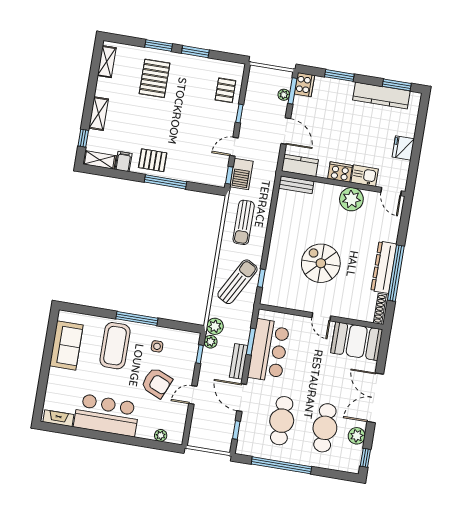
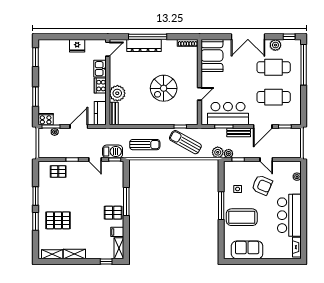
kitchen counter: (381, 96) -> (44, 66), removed
shelving: (99, 114) -> (74, 254), moved
pallet: (153, 160) -> (113, 213), turned 90
plant: (351, 199) -> (117, 93), moved
dresser: (384, 267) -> (144, 45), moved
window: (396, 273) -> (148, 37), moved
door: (321, 317) -> (200, 94), moved
armchair: (157, 383) -> (262, 185), turned 90
window: (281, 465) -> (304, 65), moved

